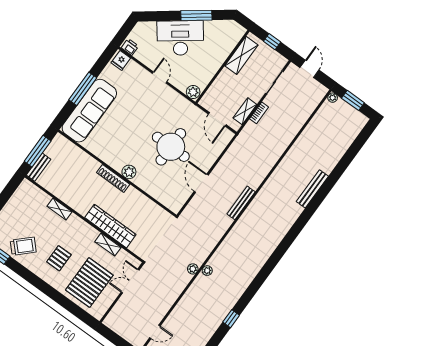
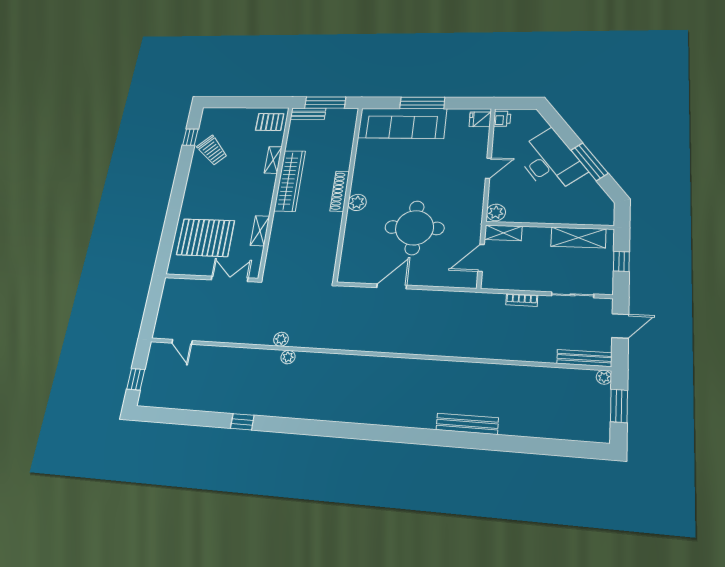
shelving: (245, 111) -> (503, 233), moved
bench: (241, 203) -> (584, 358), moved
wardrobe: (110, 226) -> (290, 181), moved
pallet: (59, 258) -> (270, 122), moved

